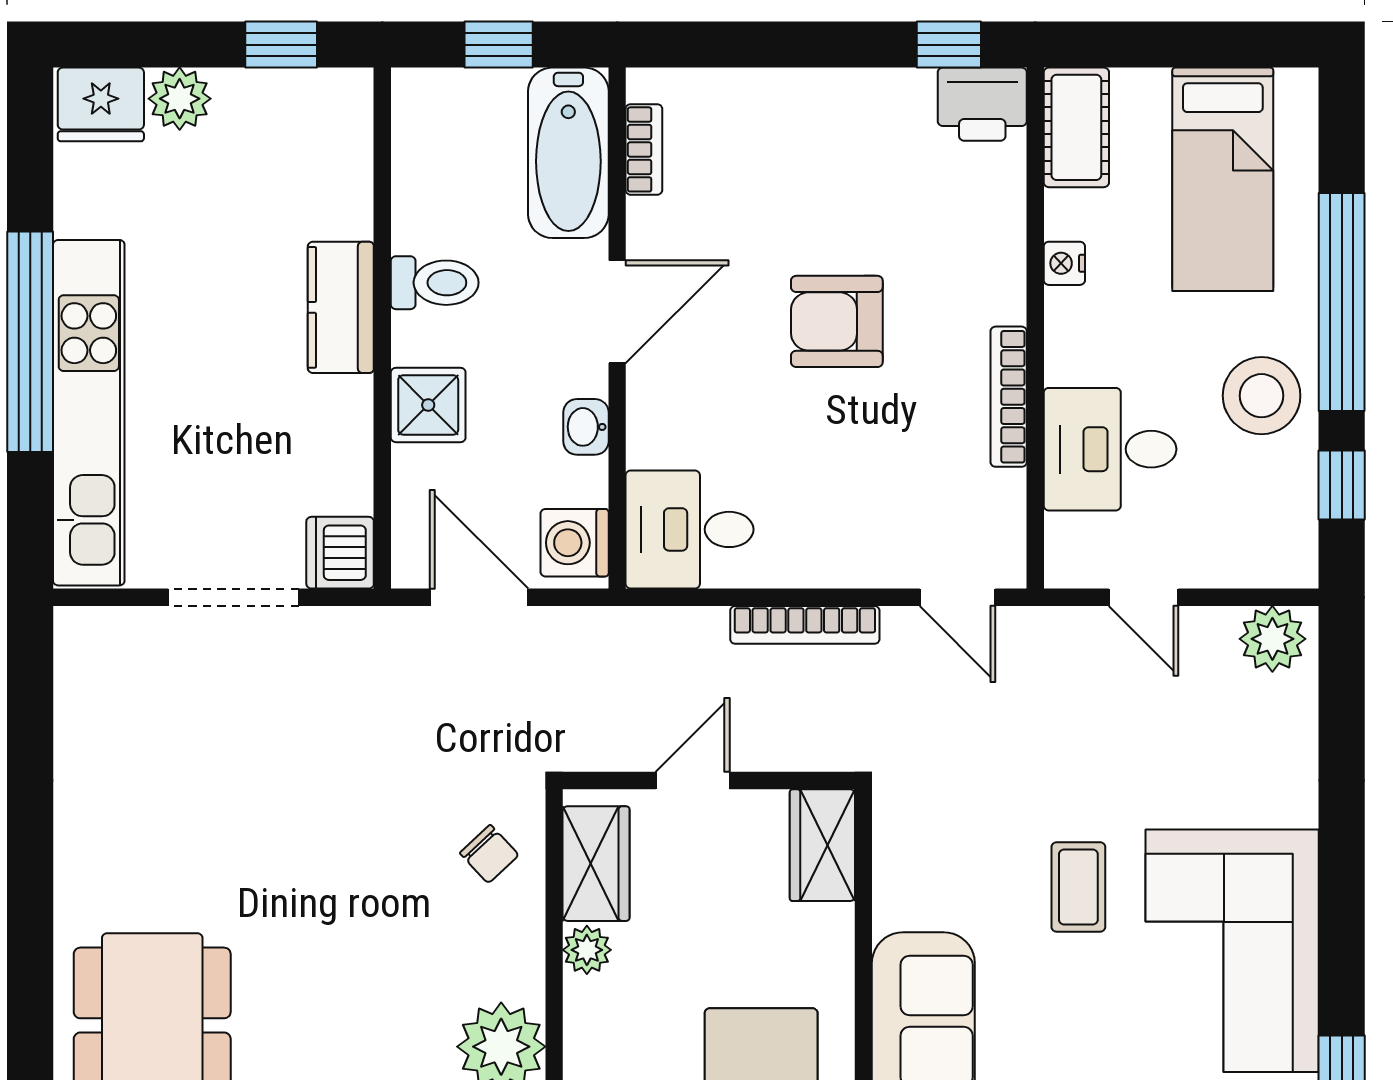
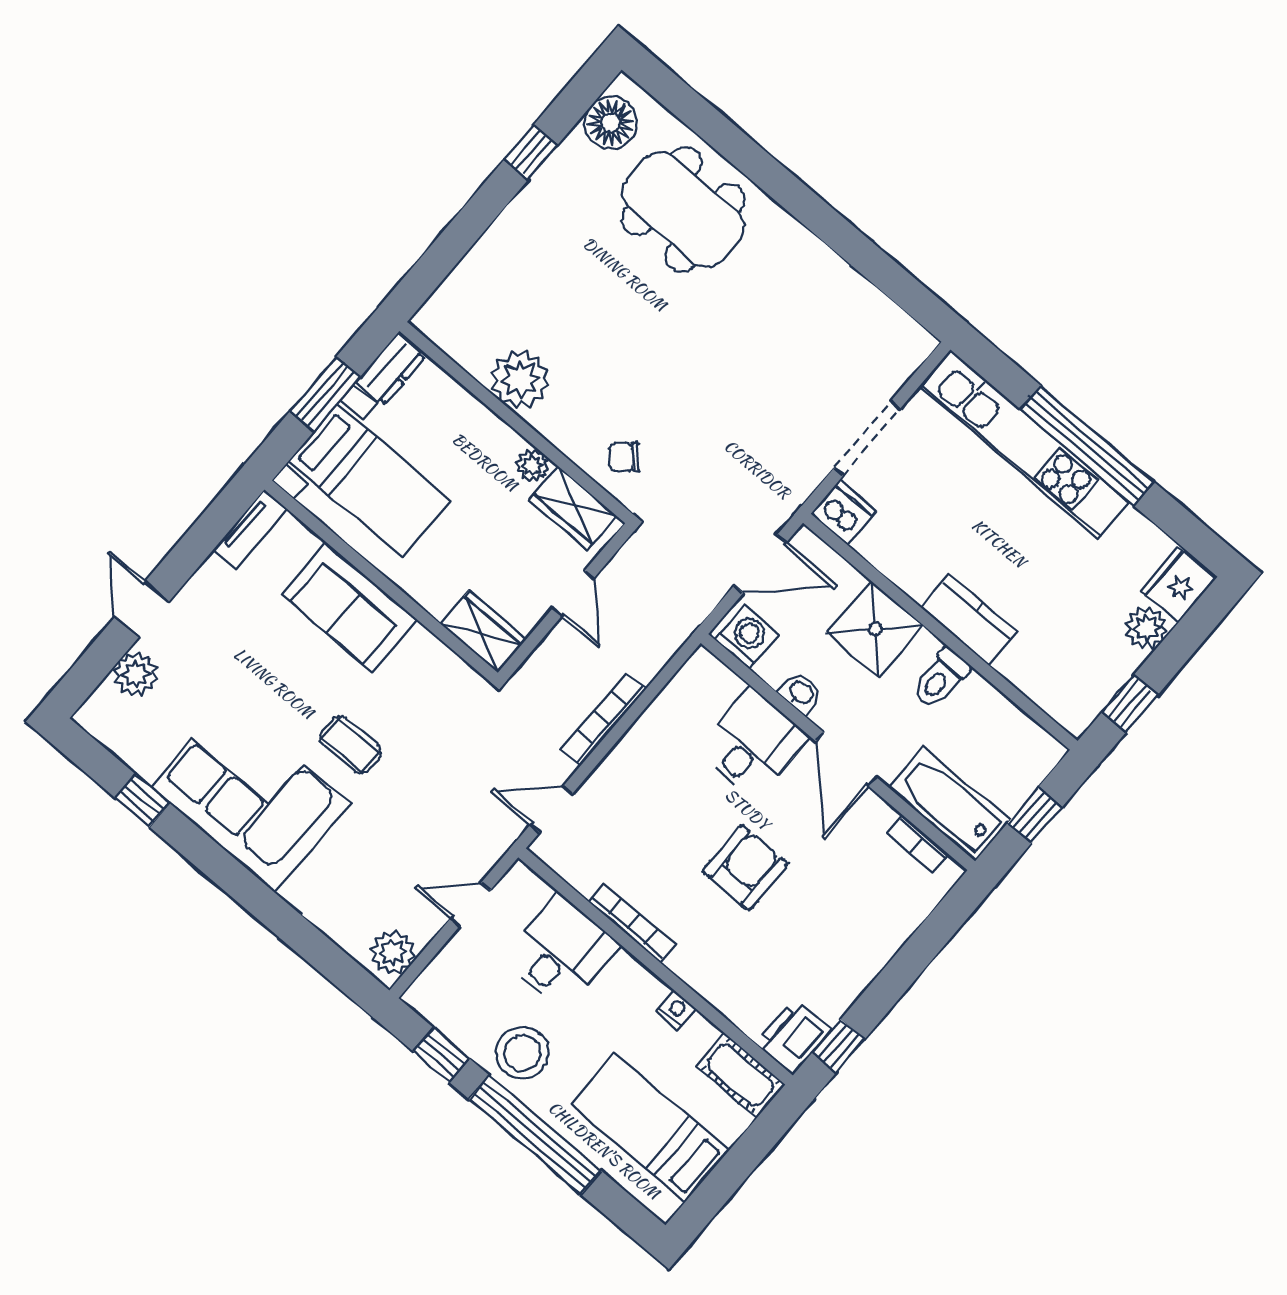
shower: (428, 405) -> (875, 629), width x1.36, depth x1.36
desk: (690, 529) -> (753, 744), moved

